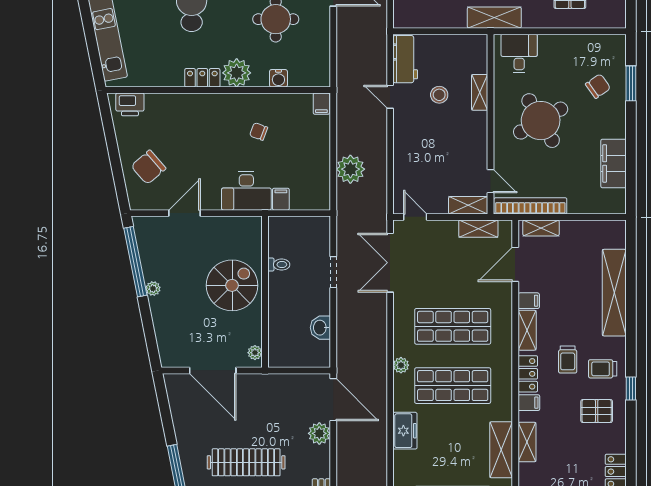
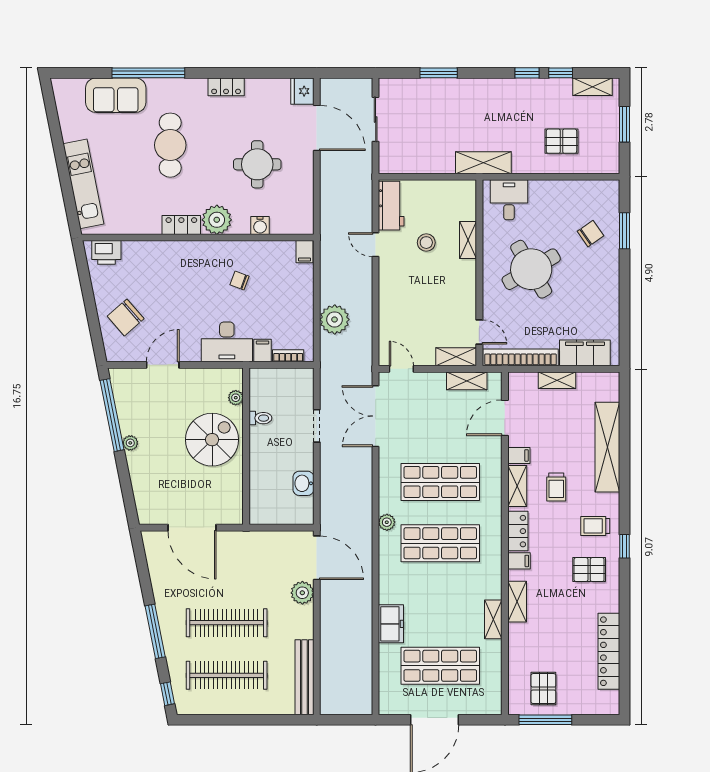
filing cabinet: (613, 163) -> (585, 353), moved, turned 90
bookcase: (306, 204) -> (288, 356), added
shelving: (541, 228) -> (557, 380), moved
plant: (255, 353) -> (236, 398), moved
trolley: (568, 360) -> (556, 487), moved
freezer: (405, 431) -> (391, 624), moved
shelving: (501, 450) -> (493, 619), width x0.67, depth x0.75

